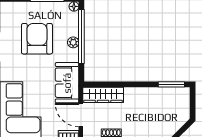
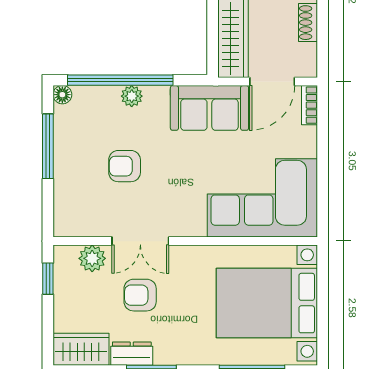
armchair: (37, 39) -> (125, 166), width x0.53, depth x0.53

